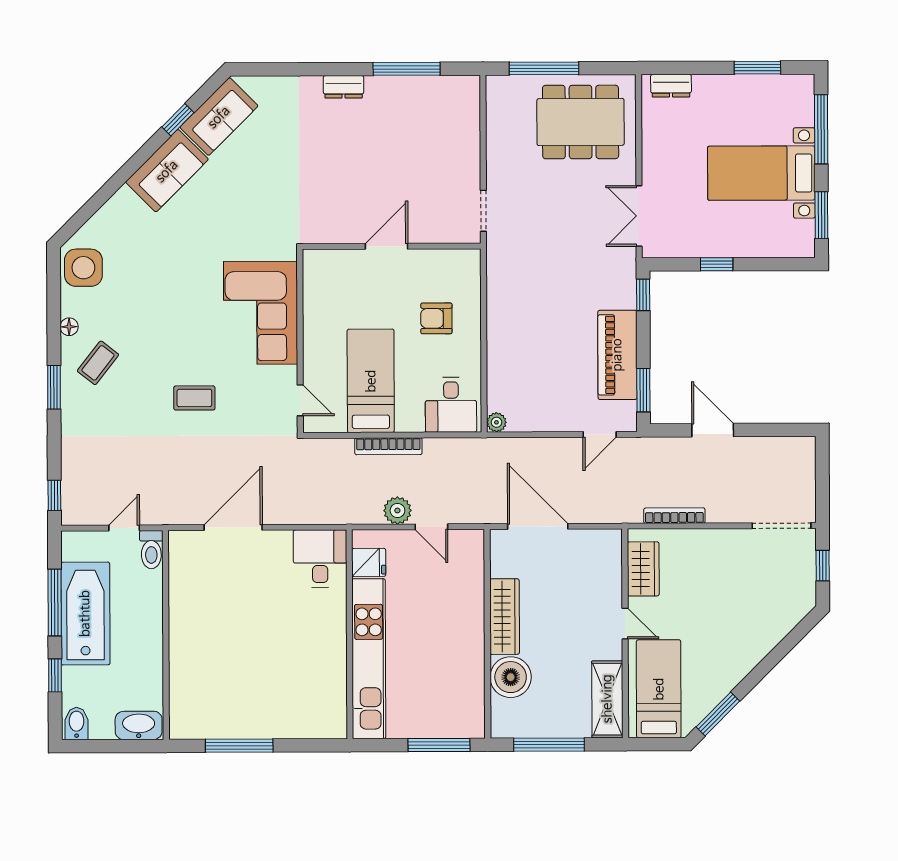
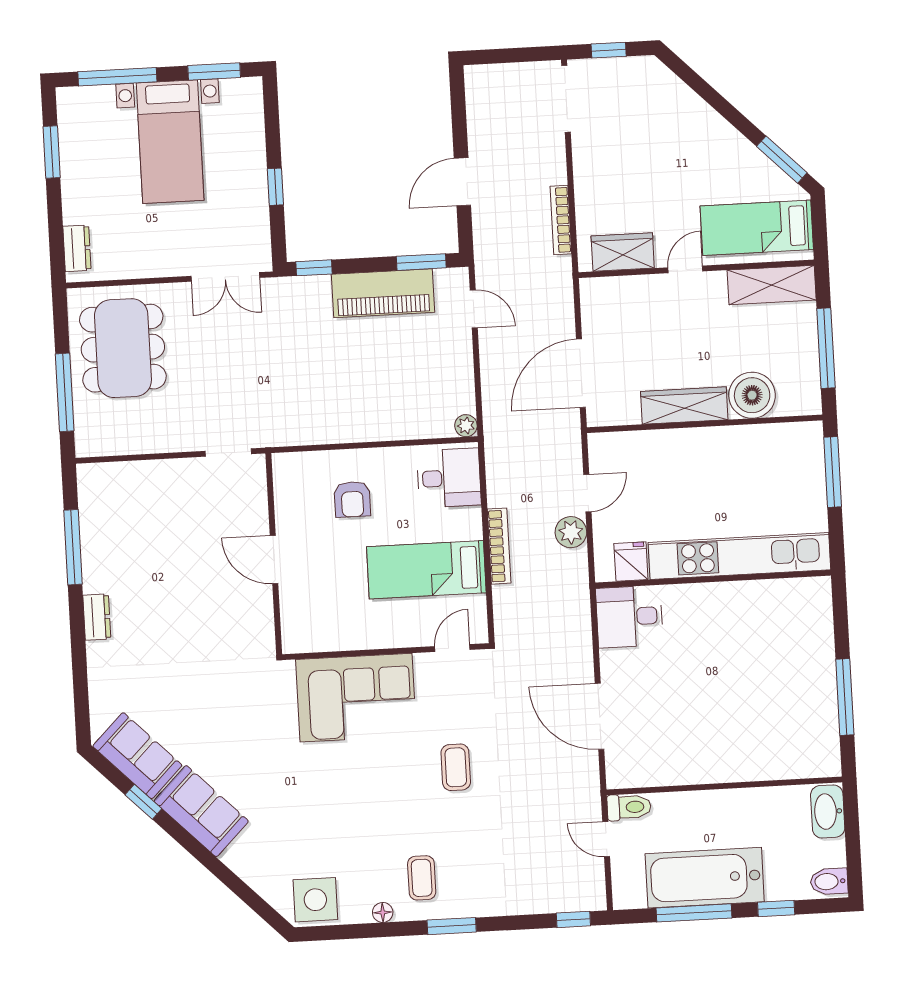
coffee table: (98, 363) -> (422, 878), turned 52

